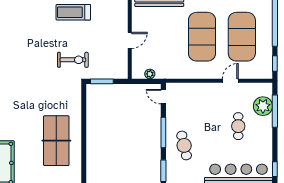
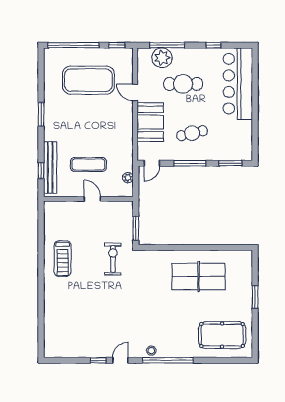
exercise mat: (202, 37) -> (88, 165), moved, width x0.50, depth x0.69
booth: (202, 95) -> (150, 122), added
cafe table: (238, 126) -> (183, 84), width x1.37, depth x1.35
cafe table: (184, 145) -> (192, 133), moved
window: (275, 169) -> (214, 45), moved

